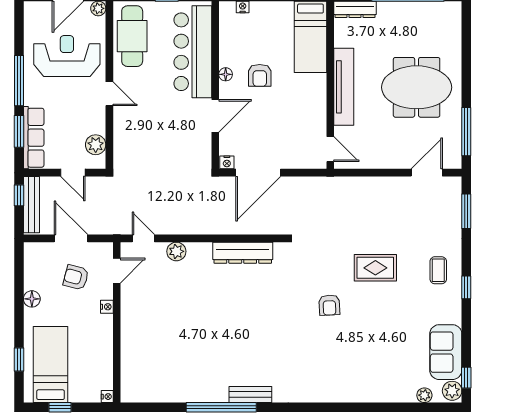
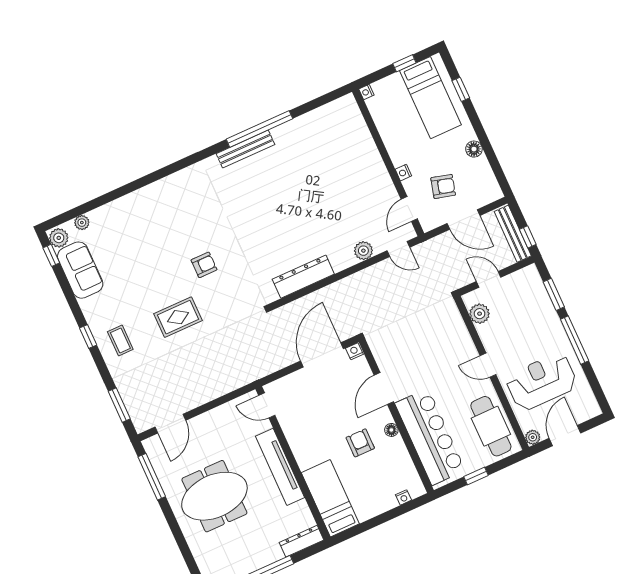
reception desk: (67, 56) -> (541, 382), turned 180
row of seats: (34, 138) -> (538, 295), removed
armchair: (329, 305) -> (204, 265), turned 93
bench: (250, 395) -> (245, 149), width x1.36

